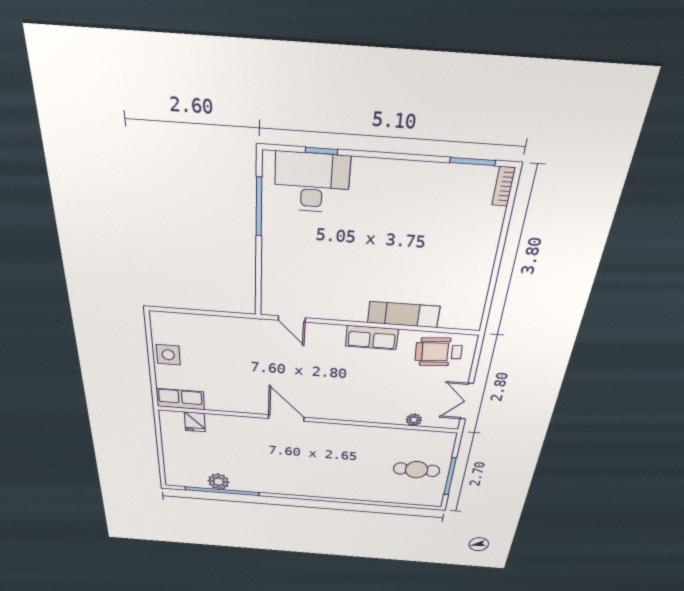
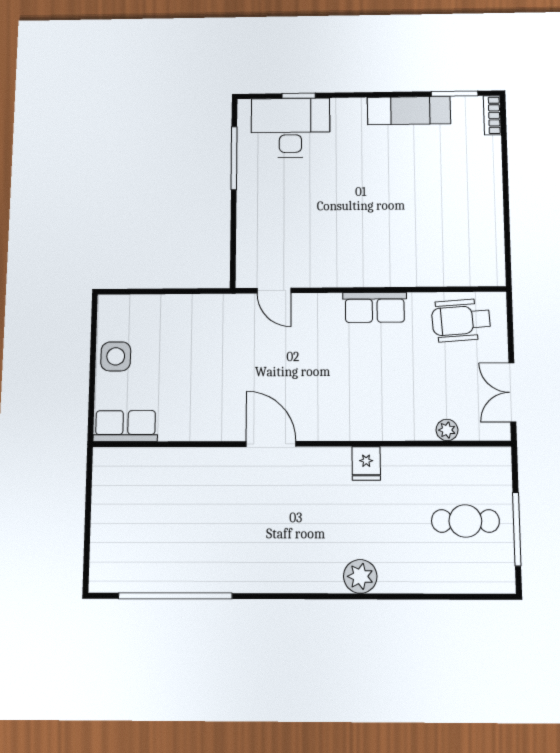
exam couch: (403, 315) -> (409, 111), moved, turned 180
fridge: (195, 422) -> (366, 463), moved
plant: (219, 482) -> (360, 576), moved

